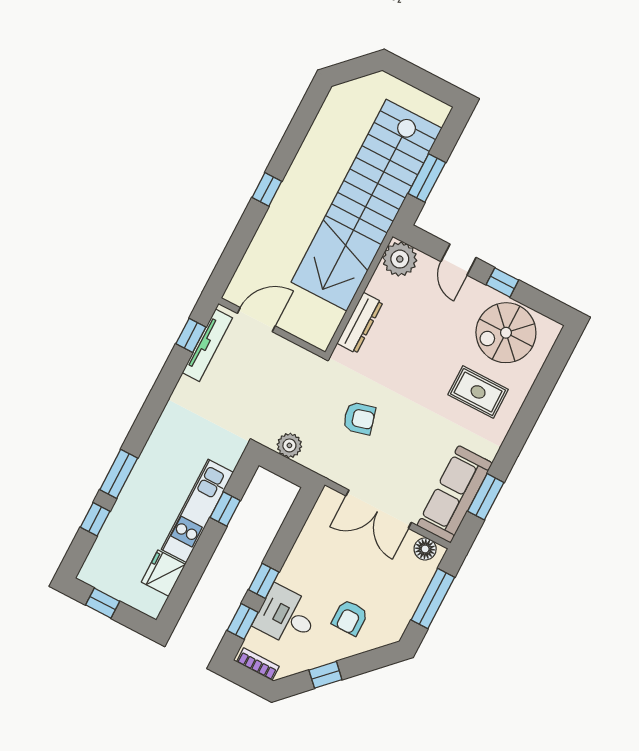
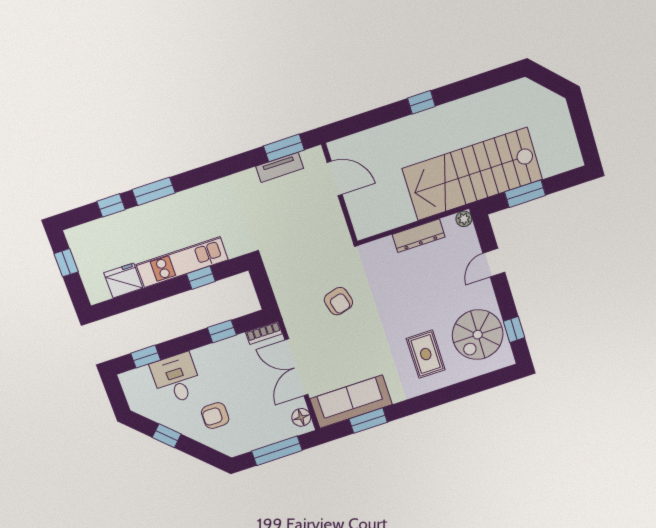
stairs: (367, 205) -> (472, 174), width x0.73
plant: (400, 259) -> (464, 219), width x0.53, depth x0.53
window: (502, 282) -> (514, 329), moved
dresser: (360, 323) -> (419, 236), moved
spiral stairs: (506, 333) -> (478, 335), turned -90
window: (191, 335) -> (284, 148), width x1.50
tv unit: (207, 345) -> (280, 167), width x0.71
plant: (289, 445) -> (279, 277), removed
window: (264, 581) -> (222, 331), moved
bookcase: (258, 664) -> (264, 333), moved, turned 90

